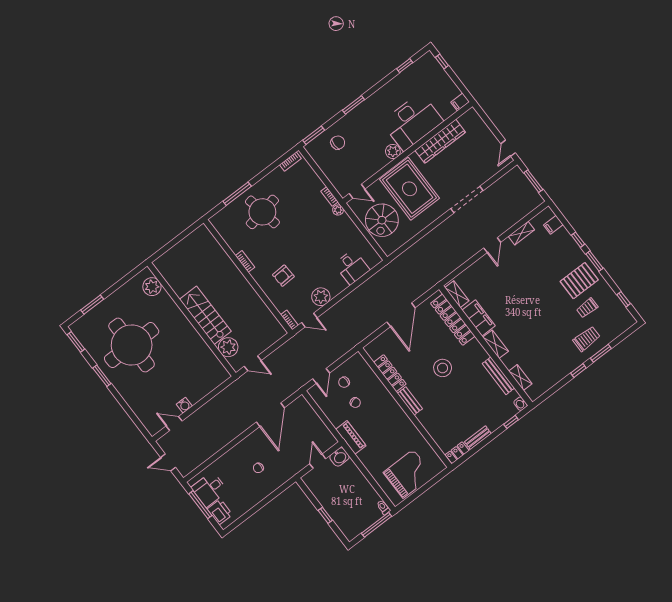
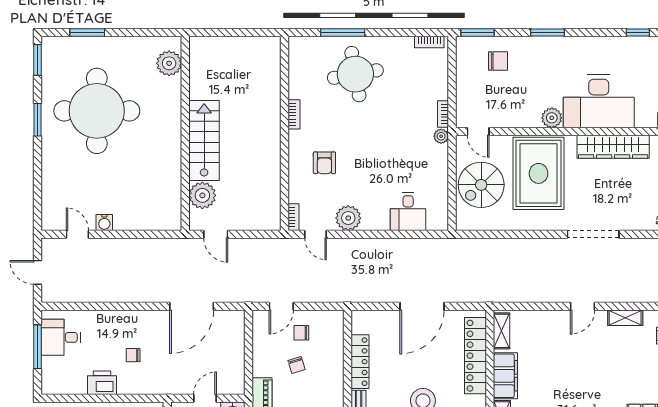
armchair: (283, 276) -> (324, 163), turned -87
printer: (220, 512) -> (102, 383), moved, turned -90

